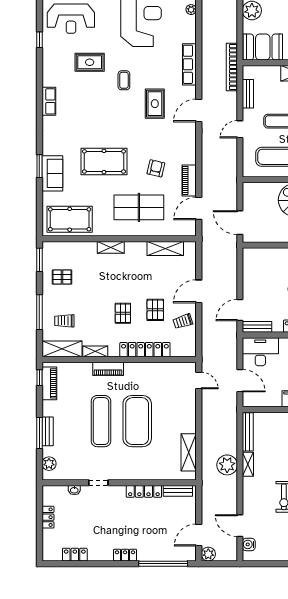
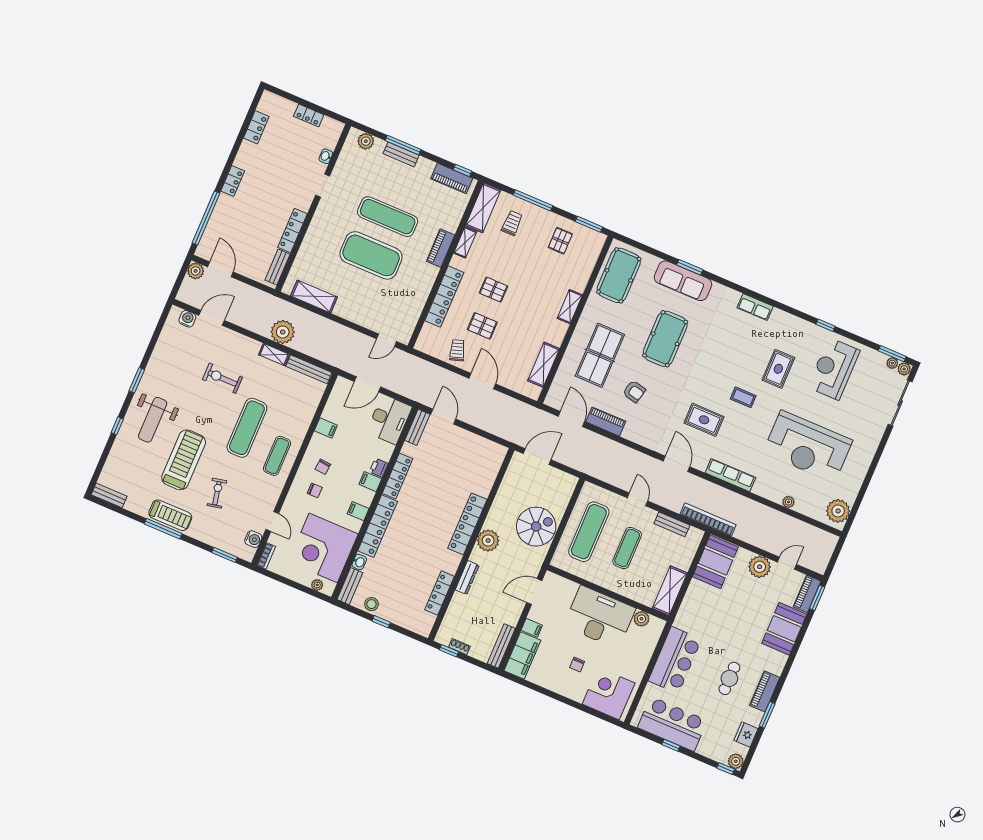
sofa: (52, 173) -> (683, 281), width x1.36

